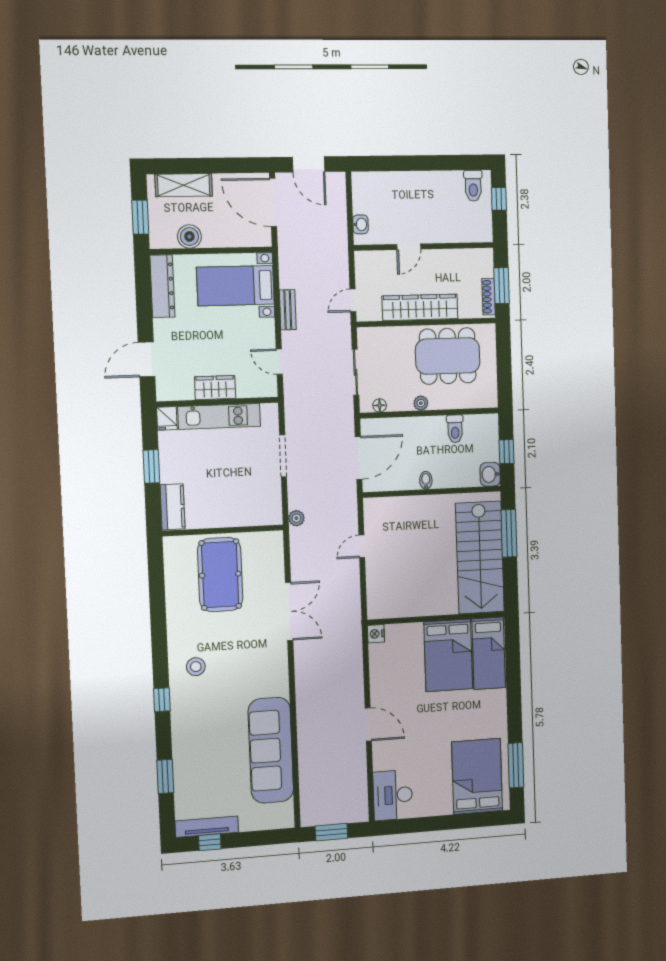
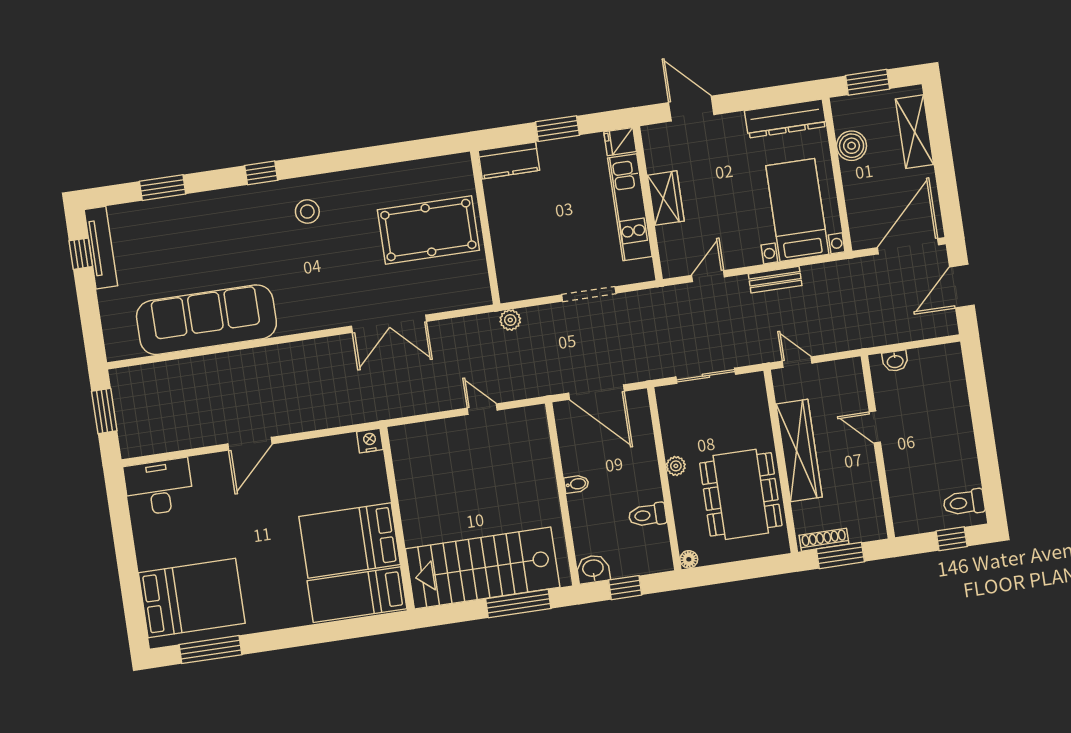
floor lamp: (380, 405) -> (689, 559), moved

